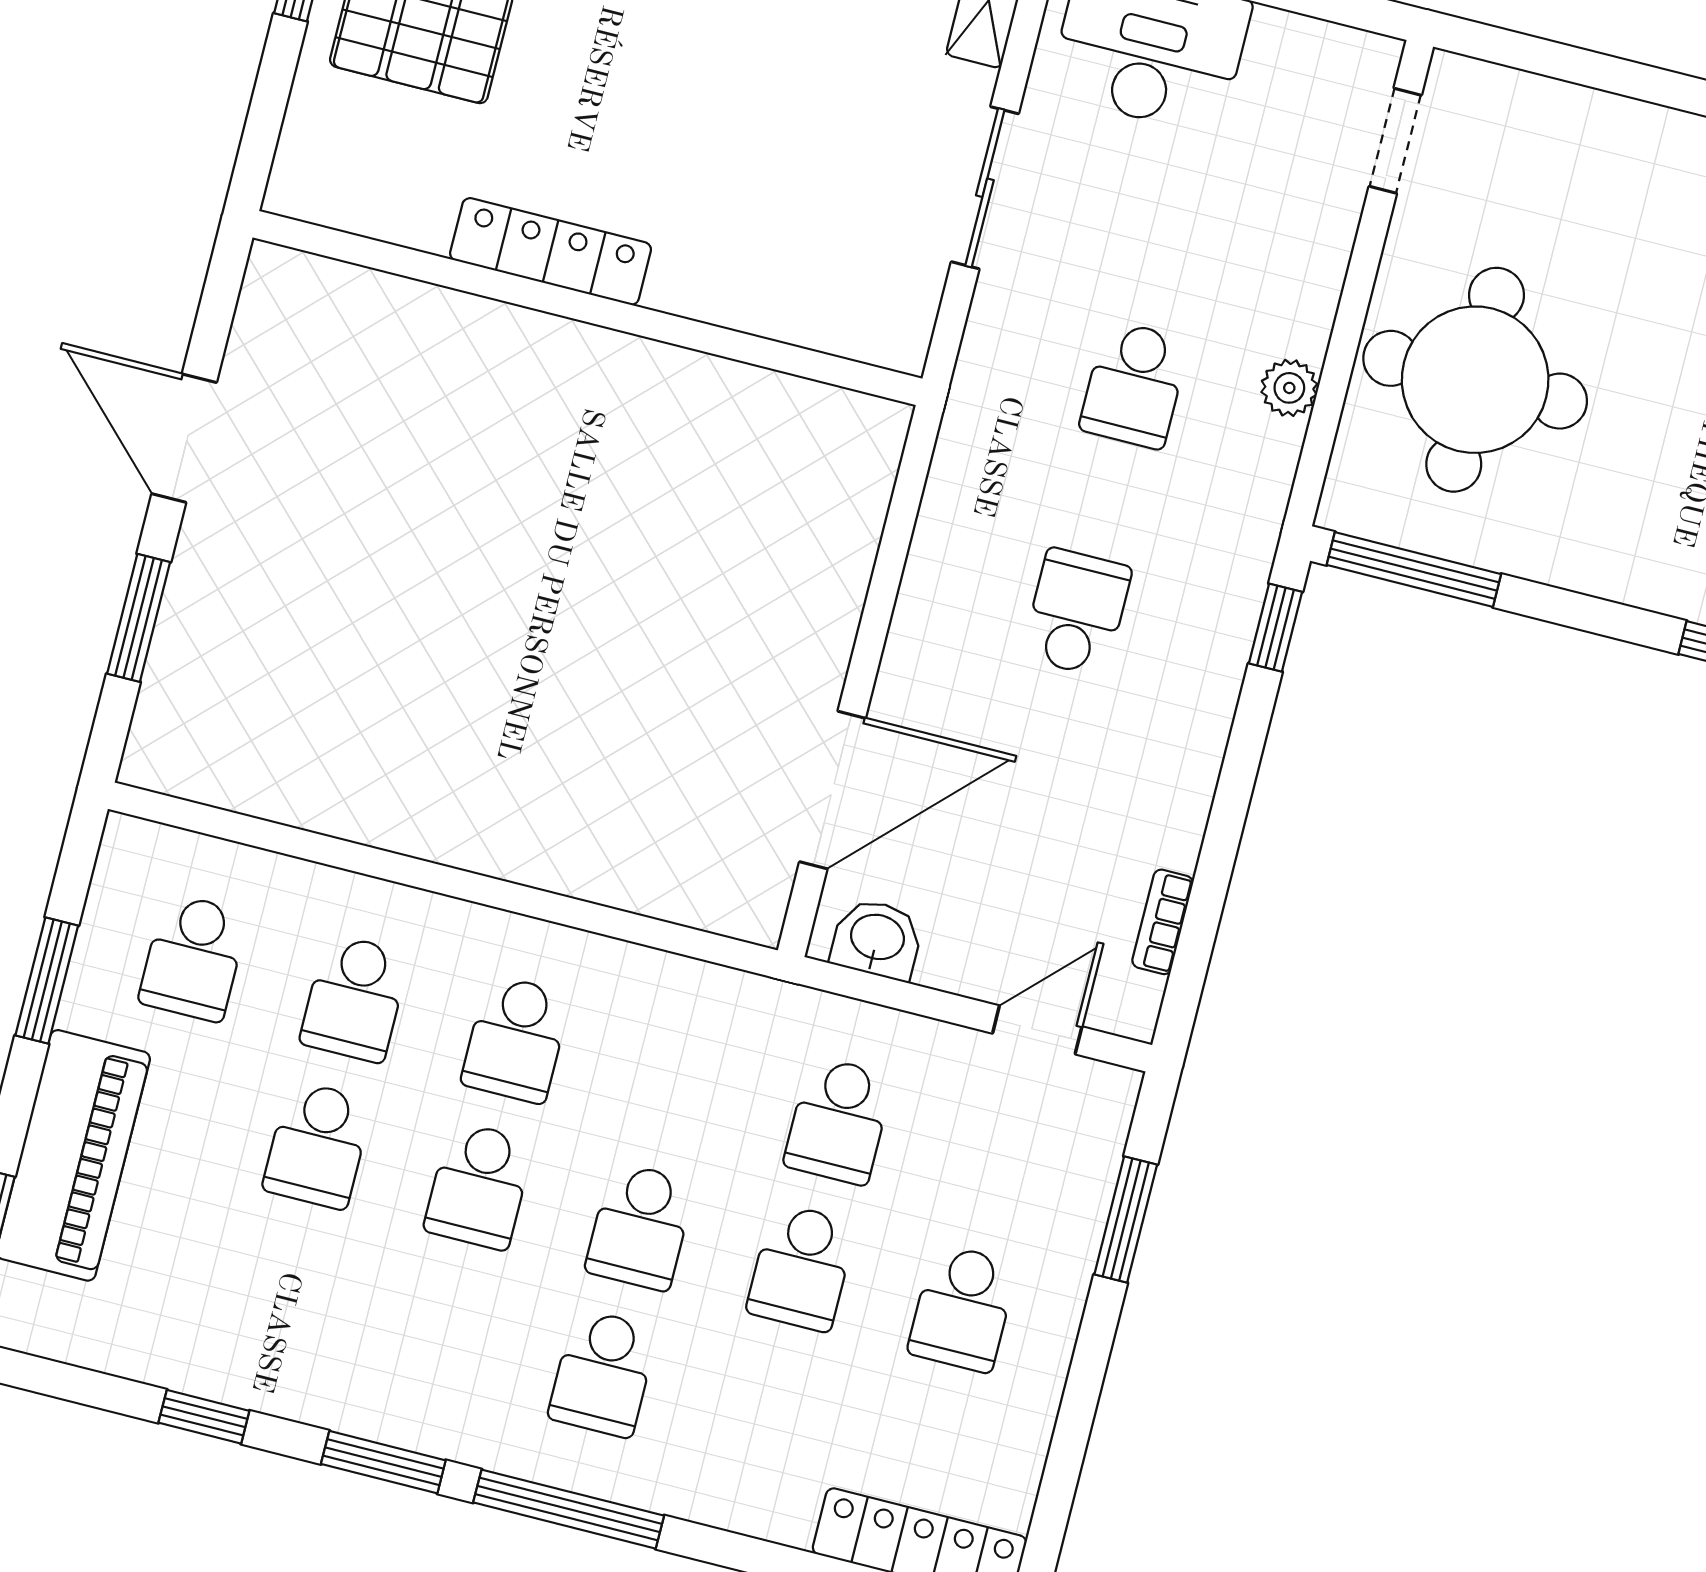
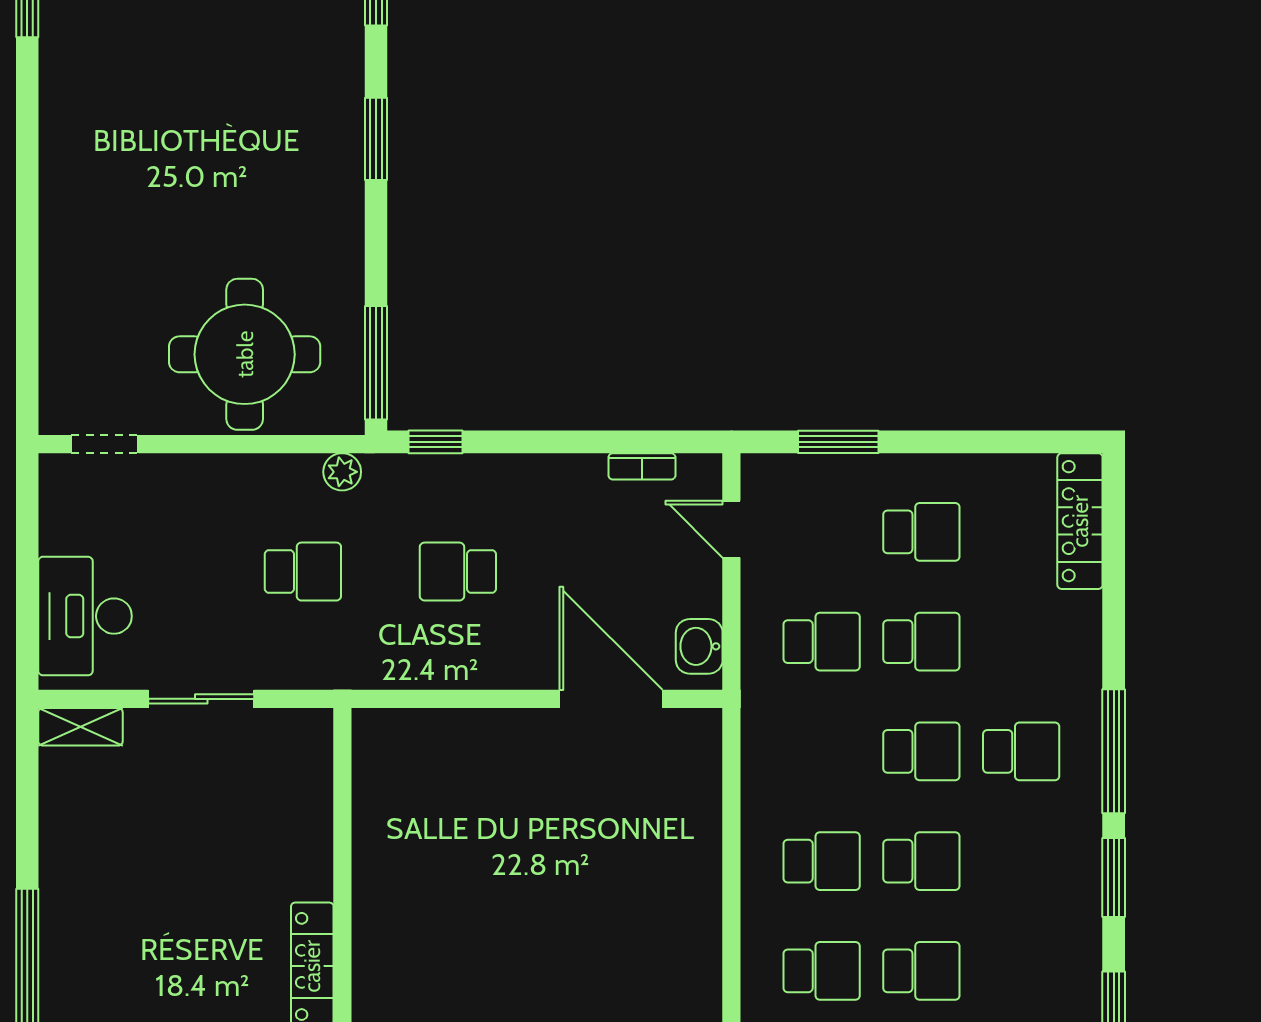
plant: (1289, 388) -> (342, 472), moved

